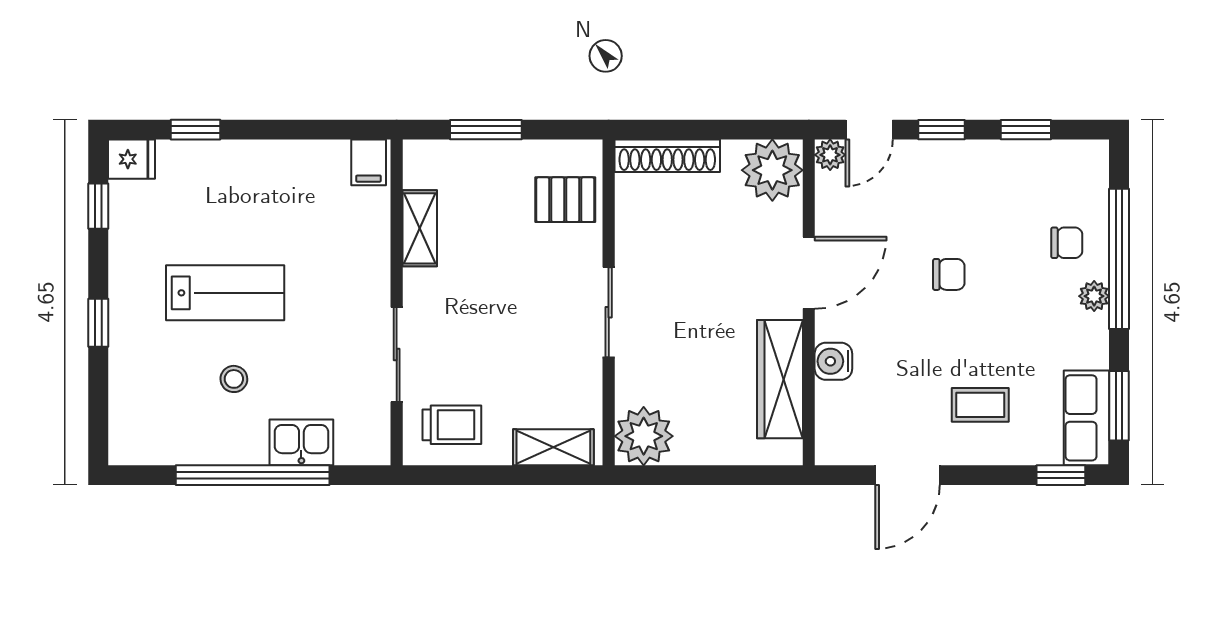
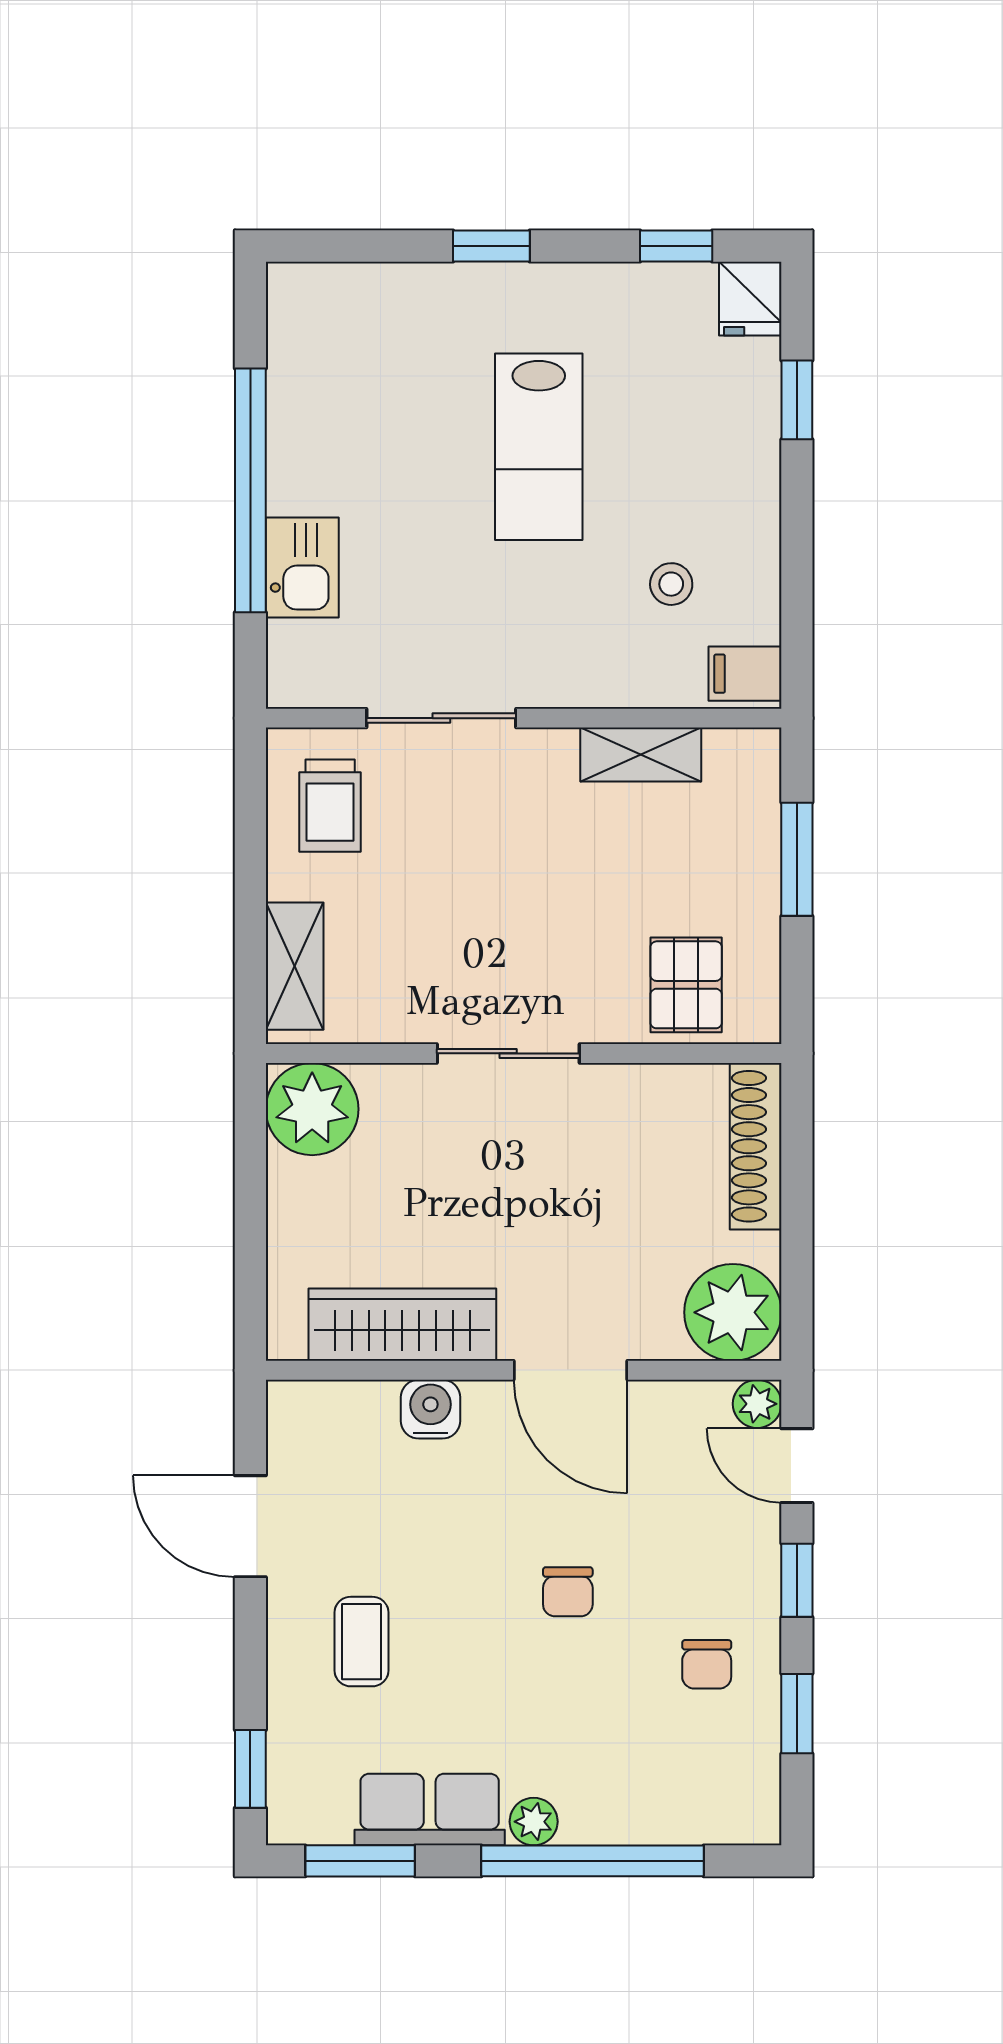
chair: (1067, 243) -> (707, 1664), moved
stool: (234, 379) -> (671, 584), moved
row of seats: (1086, 418) -> (430, 1810), moved

